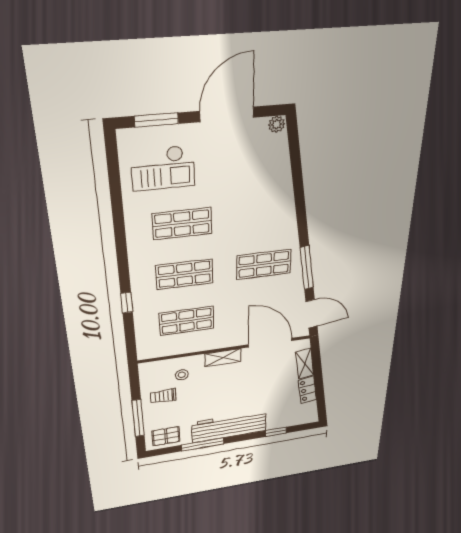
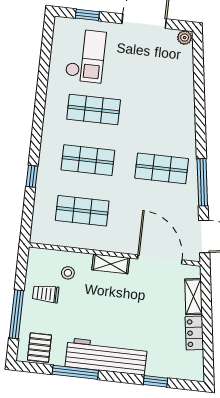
window: (156, 120) -> (87, 15), width x0.67
checkout: (163, 168) -> (86, 56), turned -90
pallet: (166, 436) -> (39, 348), turned 90

